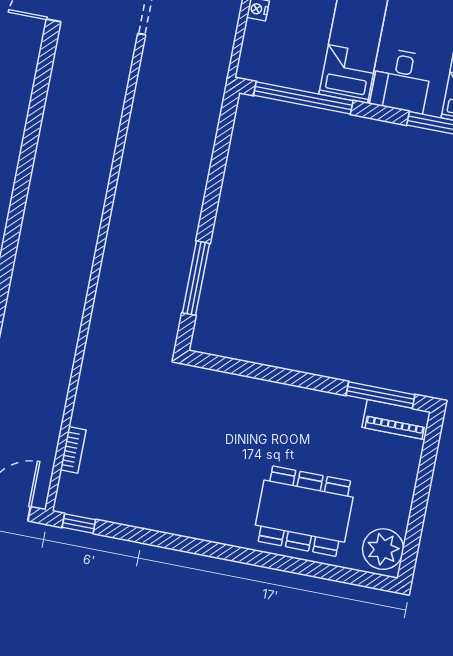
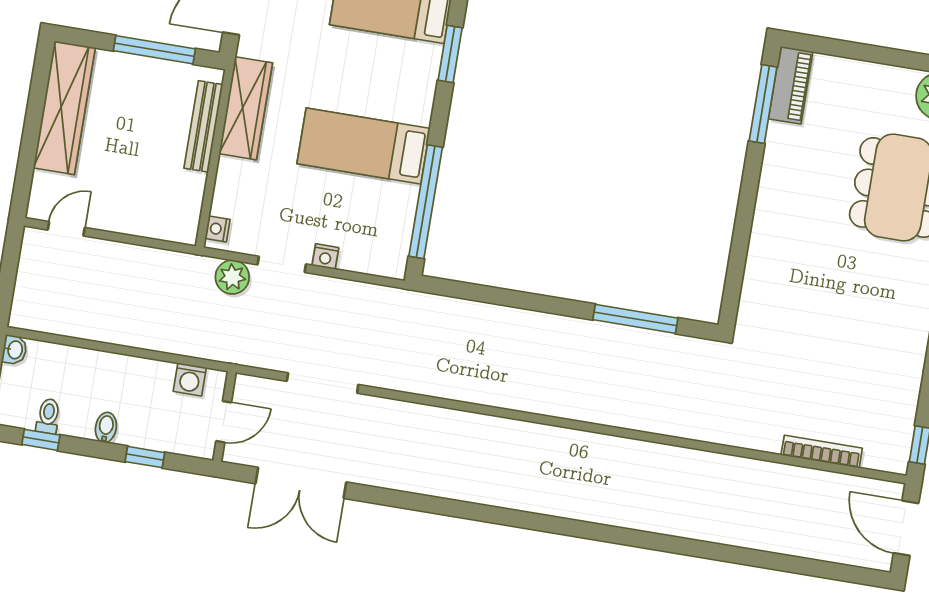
desk: (402, 81) -> (403, 90), removed
bookcase: (73, 450) -> (822, 452), width x1.56

